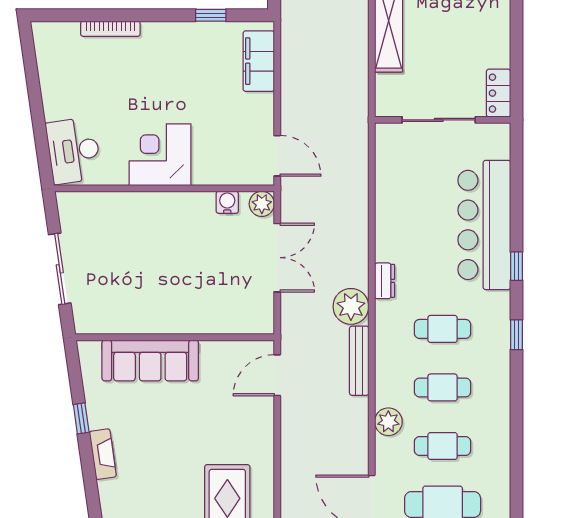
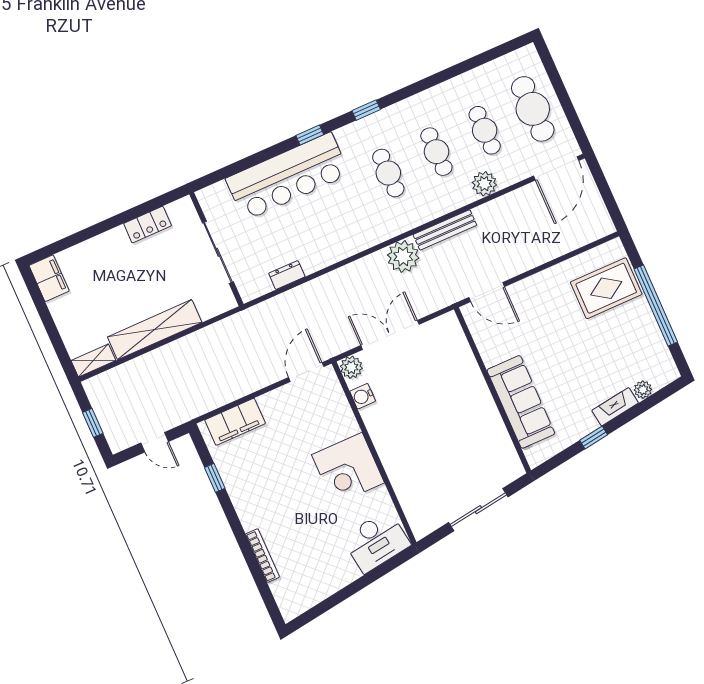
locker: (498, 93) -> (148, 225), moved
dresser: (385, 281) -> (287, 275), moved
plant: (108, 490) -> (643, 390), added

